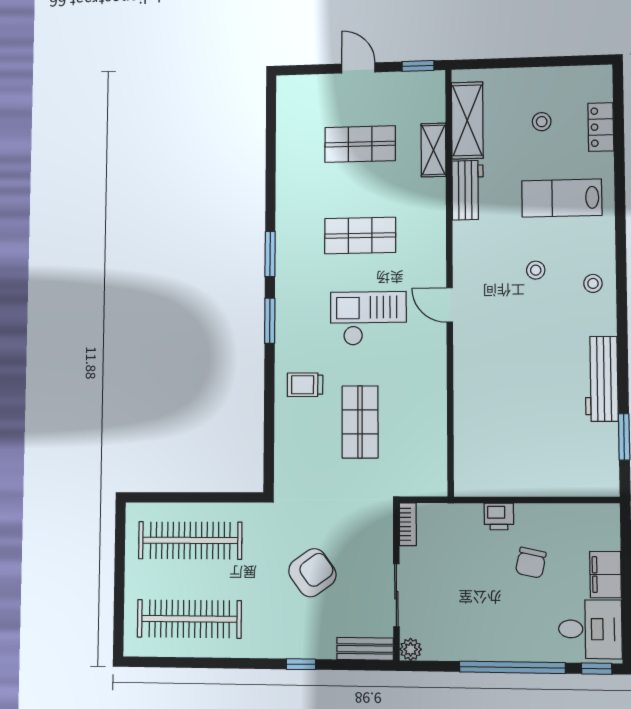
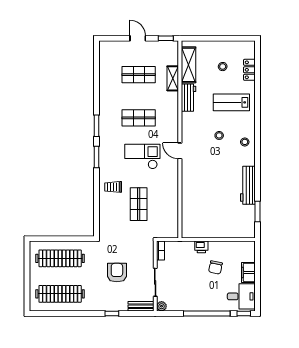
armchair: (312, 573) -> (117, 273), turned -54

